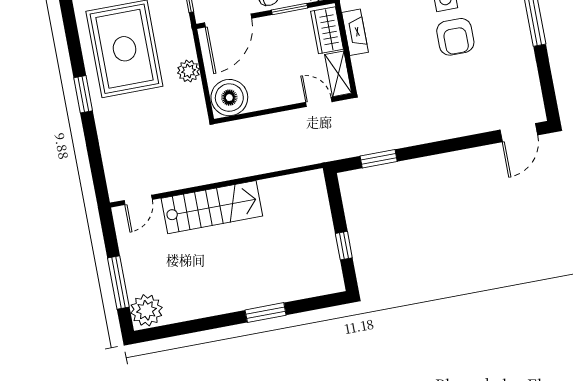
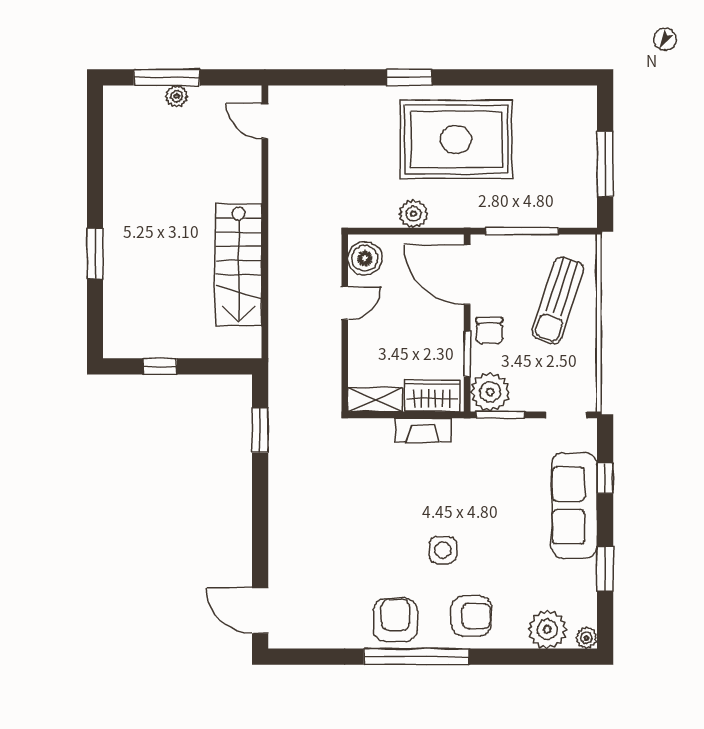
armchair: (455, 37) -> (395, 620), moved, turned 90
boiler: (229, 98) -> (365, 258), width x0.73, depth x0.73
door: (319, 102) -> (345, 303), moved
stairs: (212, 207) -> (239, 265), moved
plant: (146, 310) -> (177, 96), moved, width x0.53, depth x0.53

